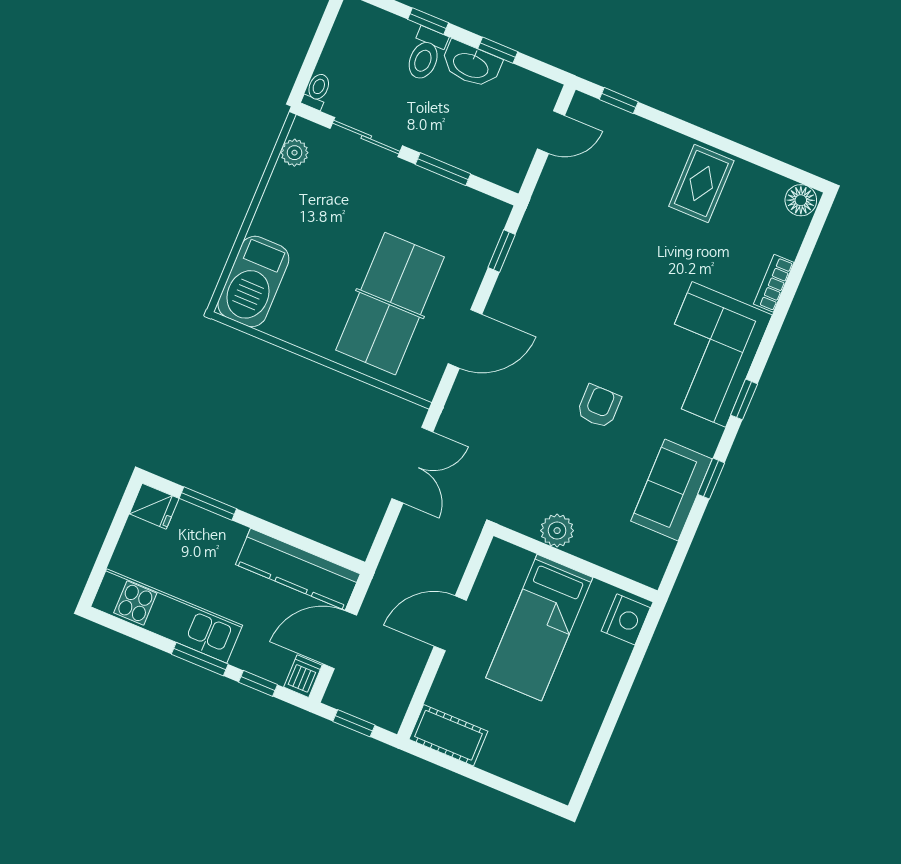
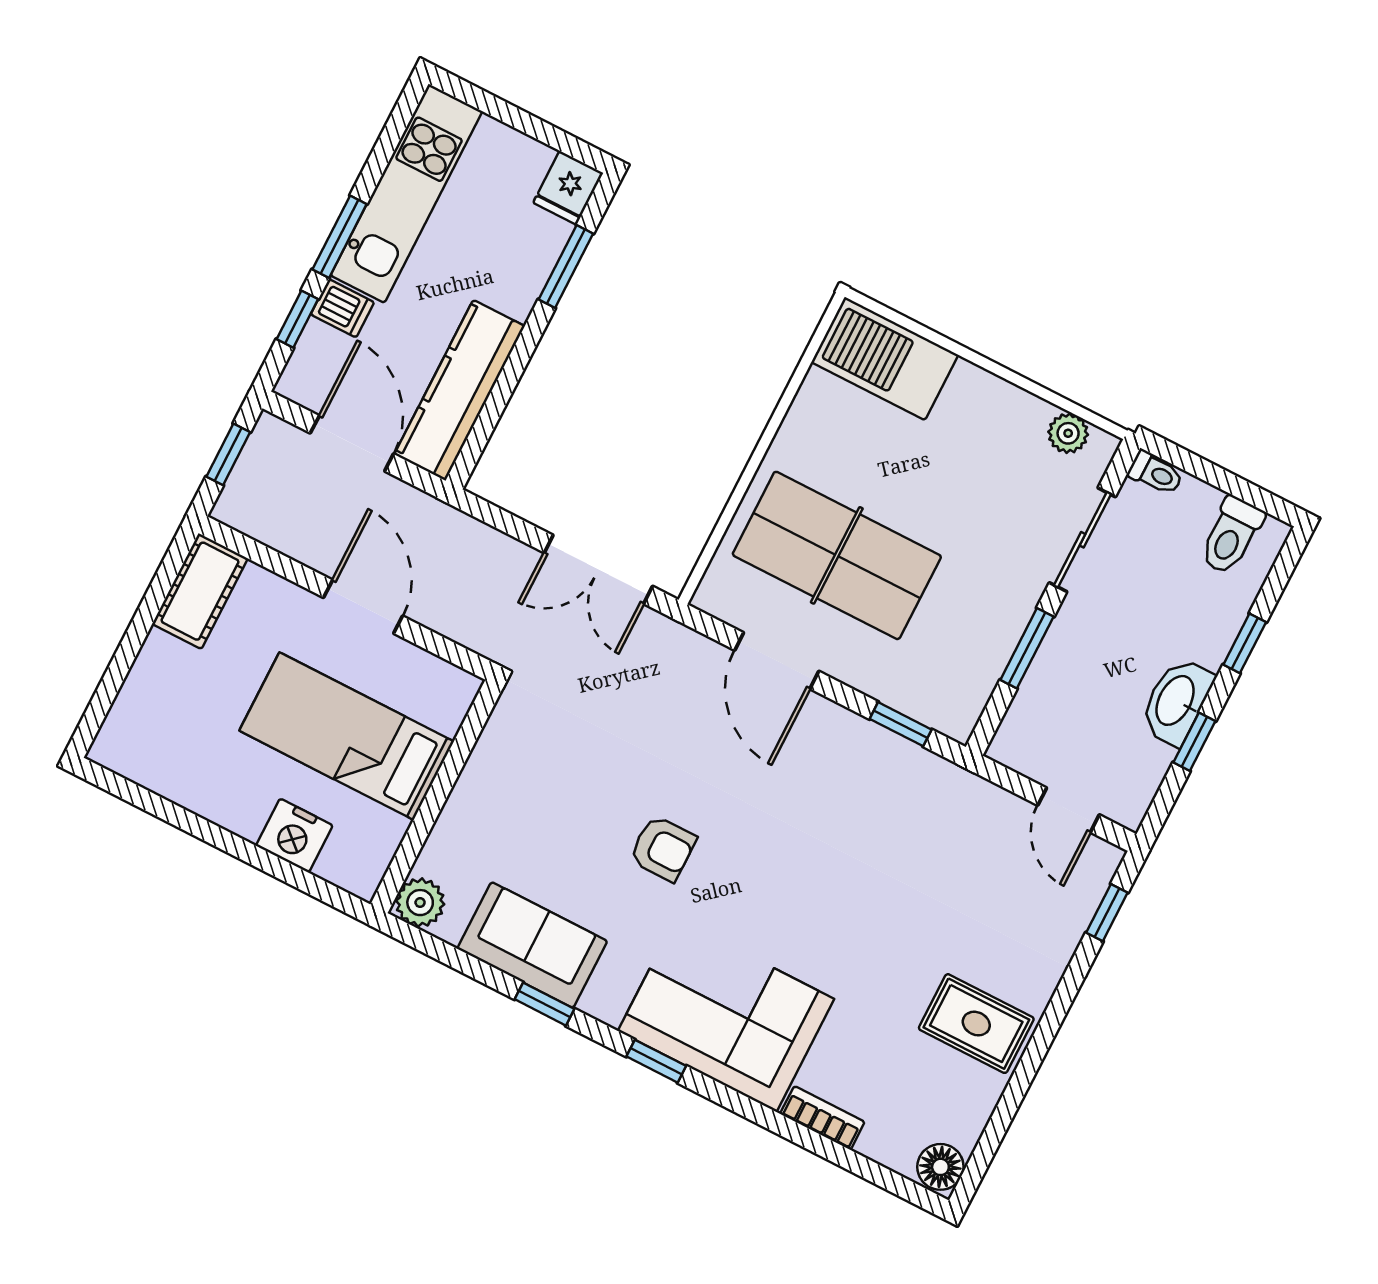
toilet: (426, 54) -> (1231, 536), moved, turned -90
plant: (557, 531) -> (420, 903), moved
nightstand: (626, 619) -> (294, 836), moved
dishwasher: (303, 676) -> (342, 308), moved

